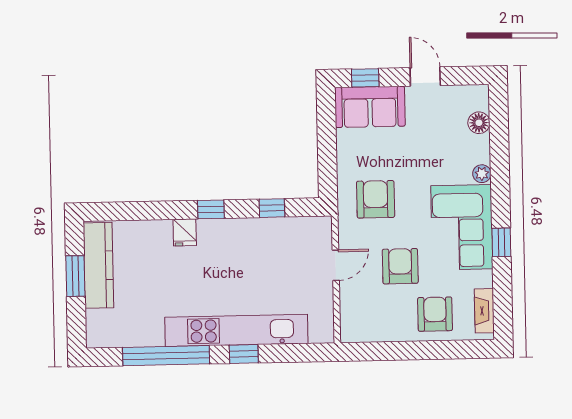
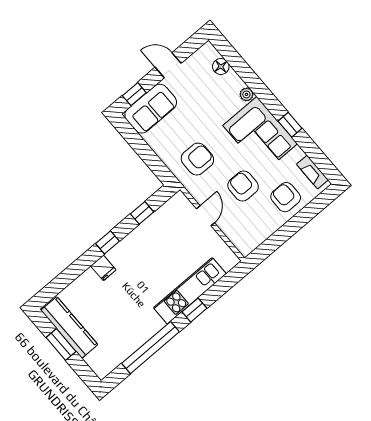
armchair: (376, 199) -> (197, 159), turned 90
kitchen unit: (236, 330) -> (190, 291), width x0.73

